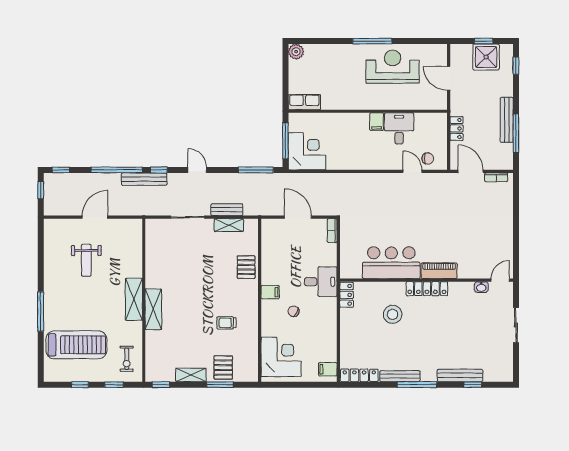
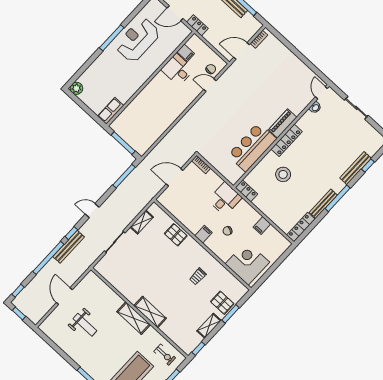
filing cabinet: (377, 122) -> (186, 53), moved
locker: (457, 129) -> (197, 25), moved
corner desk: (307, 151) -> (141, 136), removed
bench: (227, 210) -> (132, 215), removed
filing cabinet: (328, 369) -> (262, 226), moved

